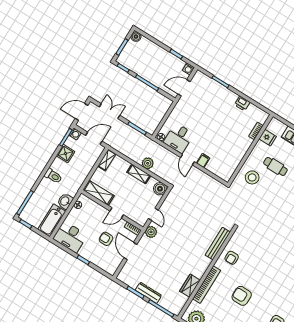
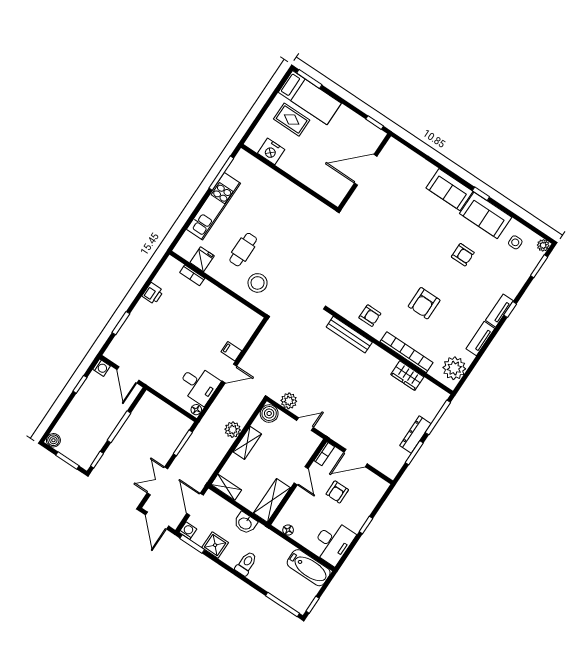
washbasin: (65, 201) -> (245, 523), moved
plant: (151, 232) -> (289, 401), moved

